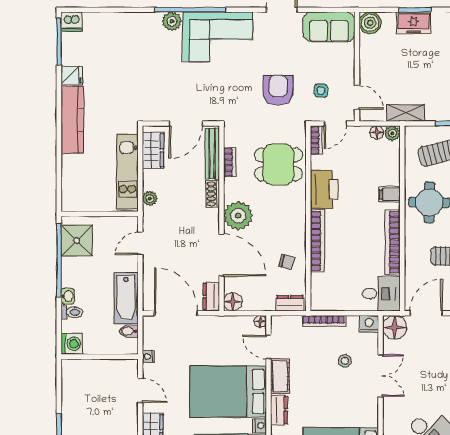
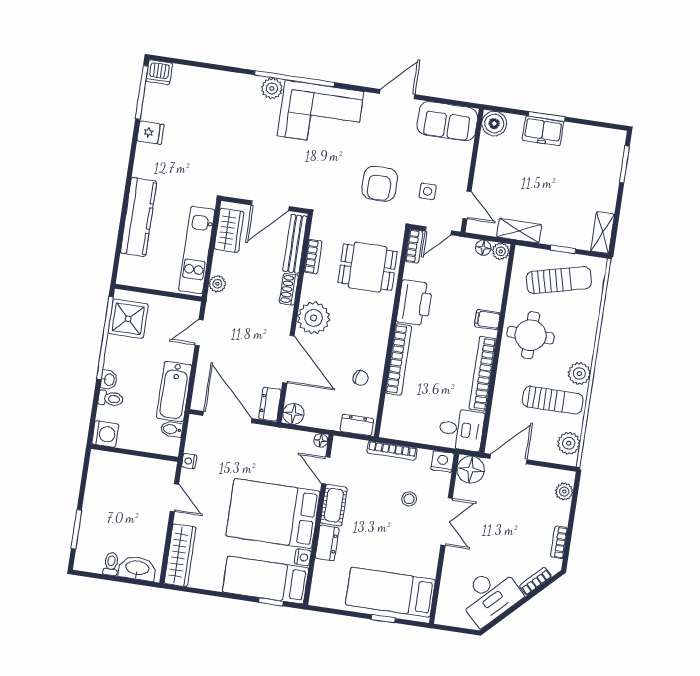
armchair: (278, 90) -> (380, 184), turned 180
kitchen counter: (72, 120) -> (138, 217), moved

